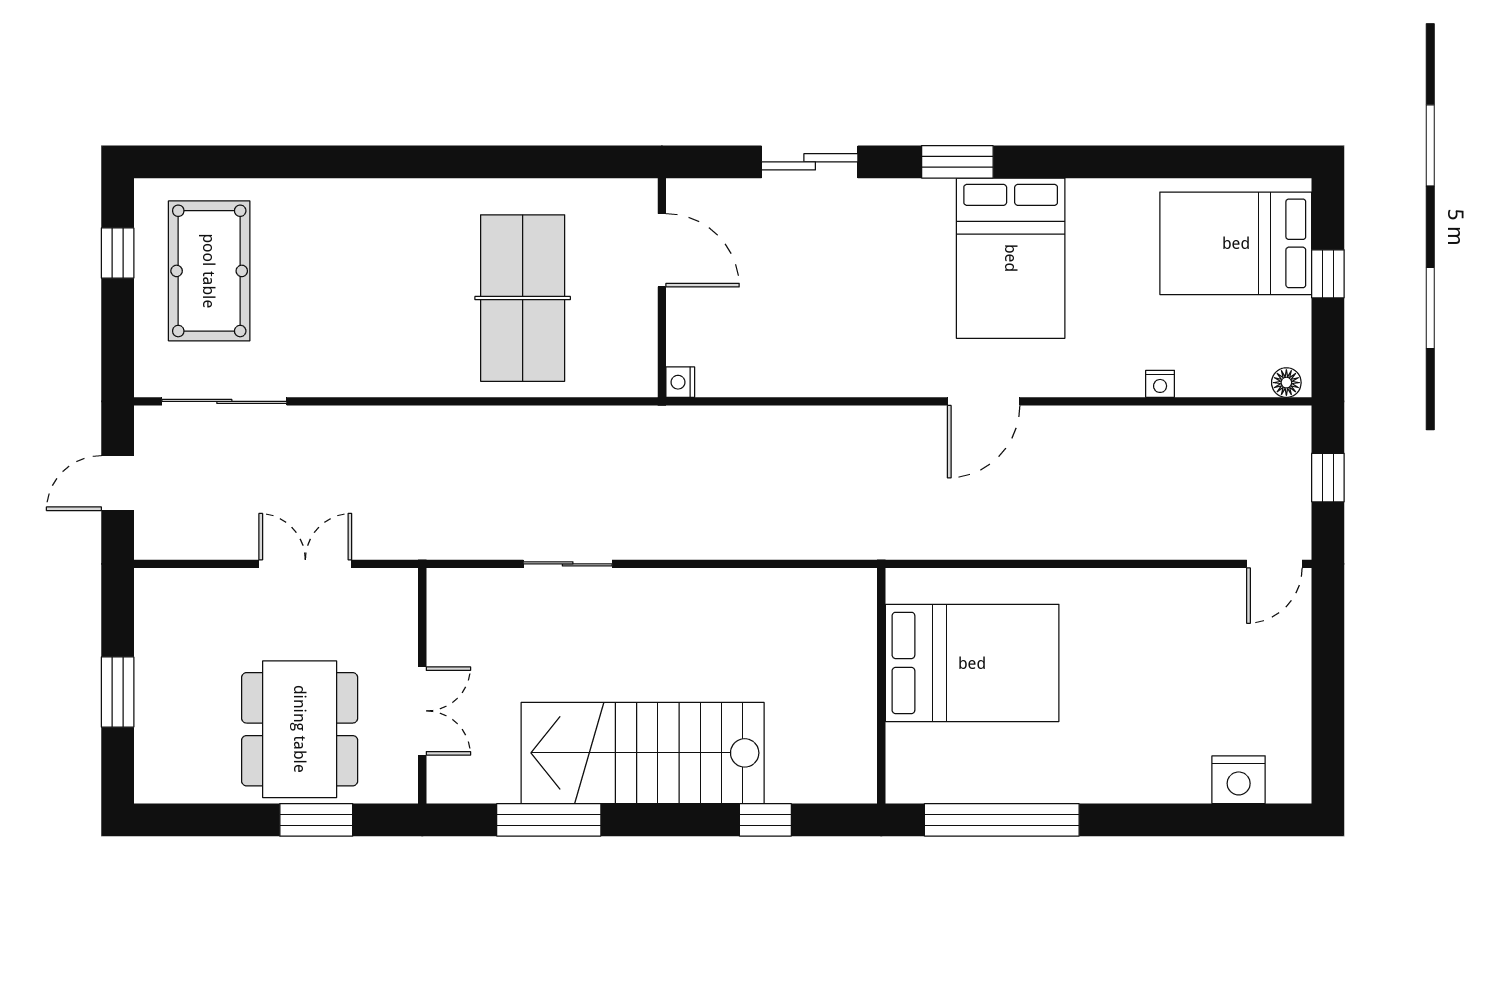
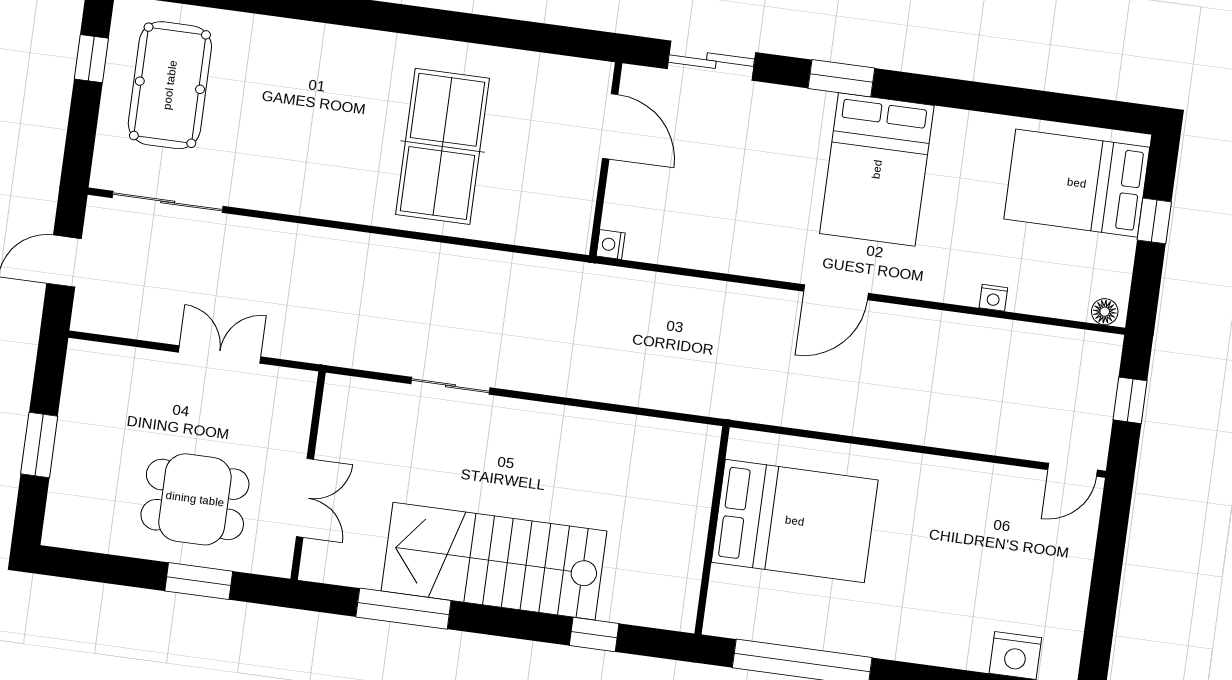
door: (662, 250) -> (610, 126), moved
wall: (662, 288) -> (606, 159), moved
nightstand: (680, 382) -> (611, 245), moved
dining table: (300, 729) -> (195, 499), width x0.73

